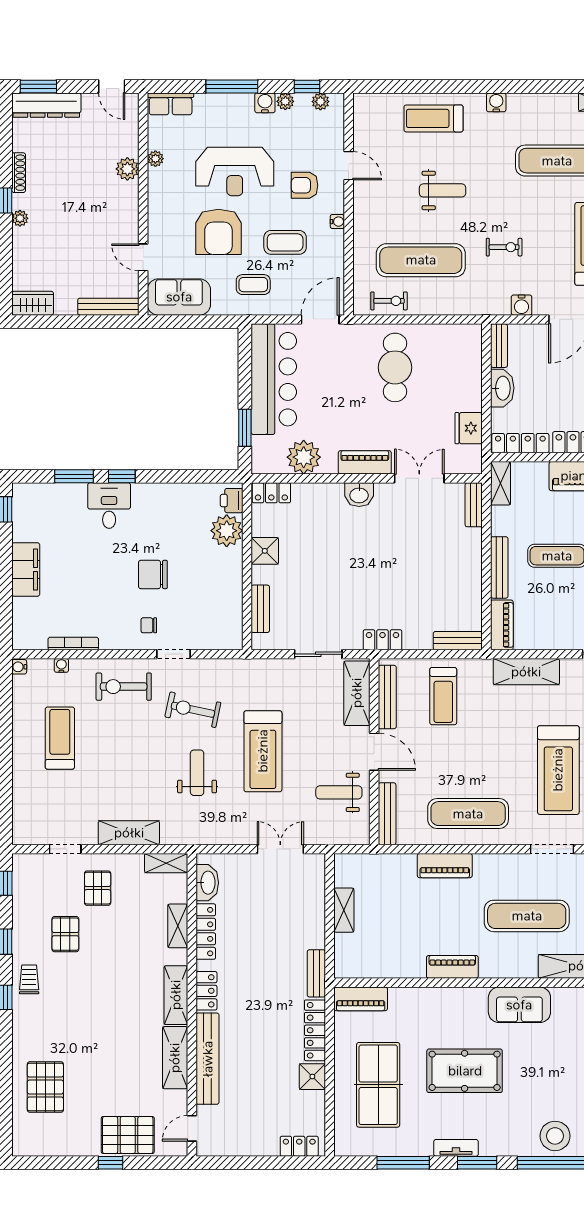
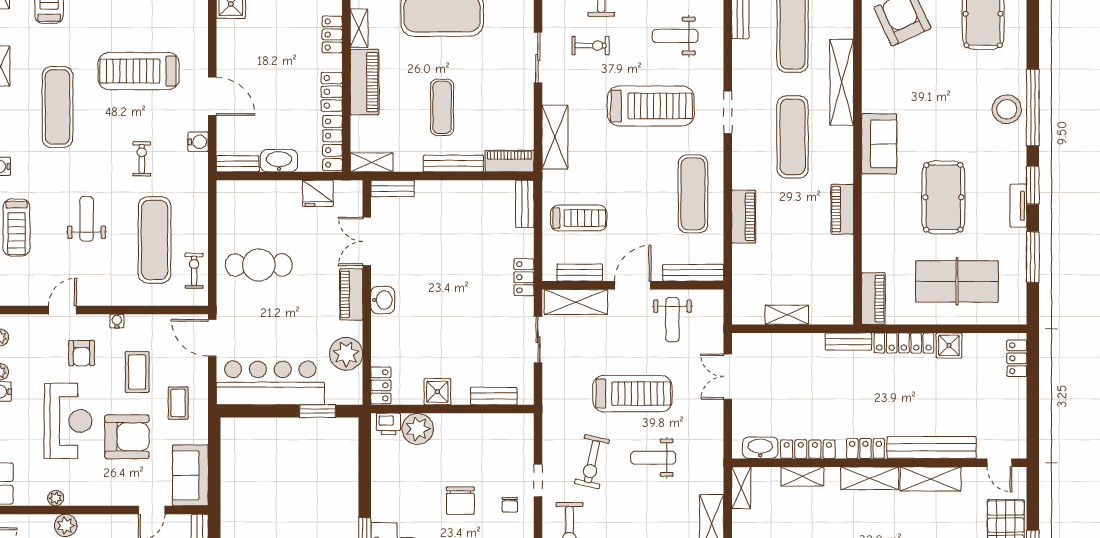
bench: (387, 697) -> (580, 273), width x0.73

